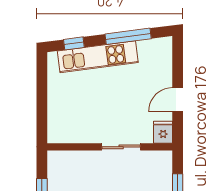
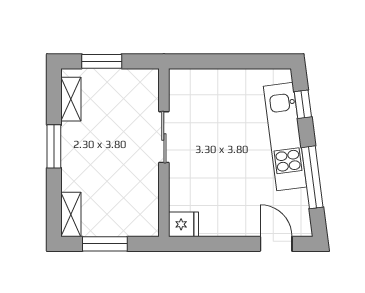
door: (178, 100) -> (276, 244), moved
sliding door: (121, 147) -> (164, 137), moved

